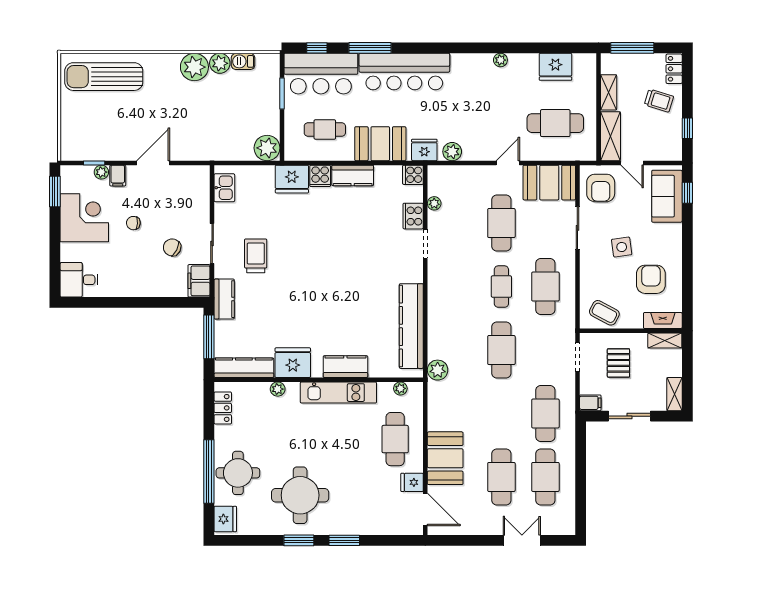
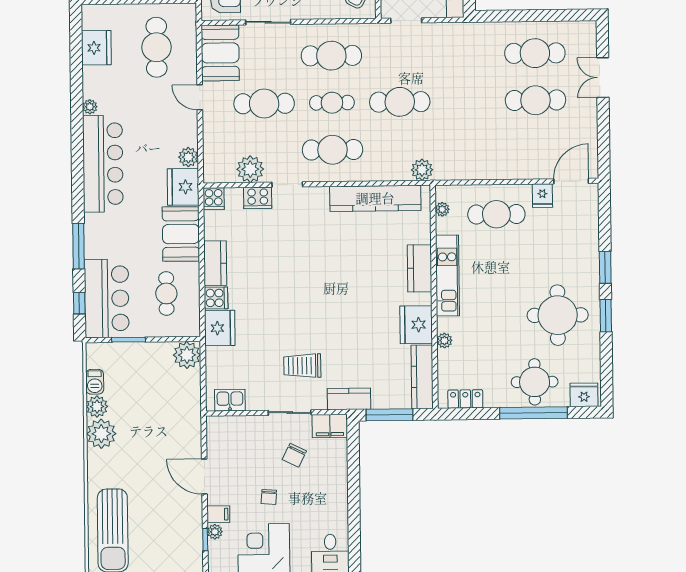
bar counter: (404, 72) -> (103, 164), moved
fridge: (424, 150) -> (183, 187), width x1.36, depth x1.34
plant: (434, 203) -> (250, 169), width x1.87, depth x1.87
cafe table: (545, 413) -> (333, 150), moved
booth: (445, 458) -> (516, 161), removed

